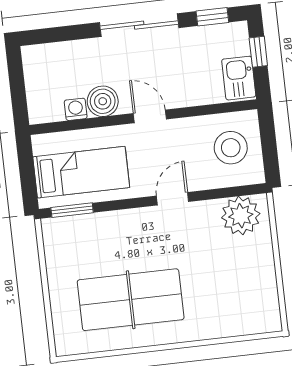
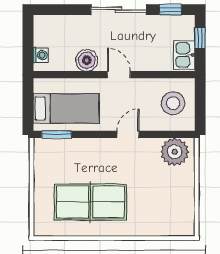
washing machine: (76, 109) -> (41, 55), moved, turned 90

